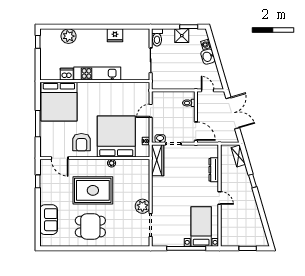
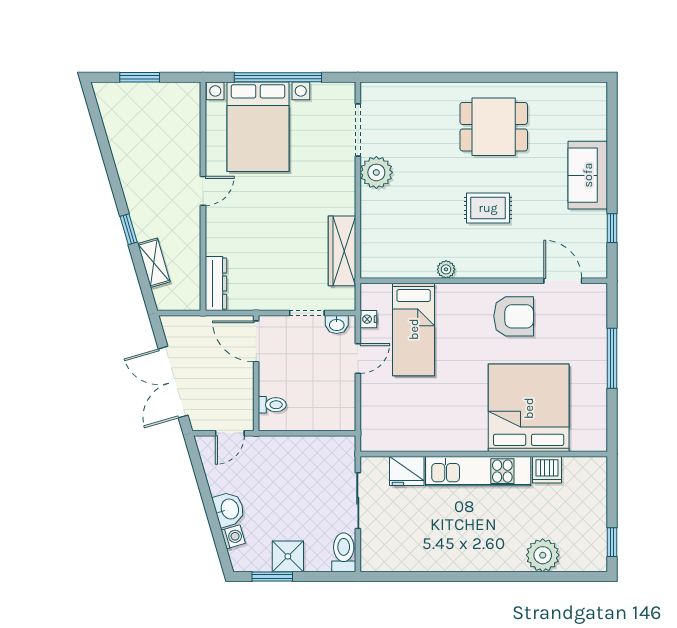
fridge: (115, 35) -> (407, 471), moved, turned 180
door: (208, 90) -> (230, 433), hinge flipped
bed: (59, 102) -> (529, 408), moved
door: (151, 111) -> (358, 358), moved
bed: (116, 136) -> (414, 329), width x0.49
armchair: (81, 142) -> (514, 316), turned 90
shelving: (238, 156) -> (154, 263), moved
wardrobe: (158, 160) -> (342, 251), moved
dresser: (214, 170) -> (216, 284), moved
rug: (93, 190) -> (488, 208), width x0.54, depth x0.49
door: (219, 198) -> (203, 191), swing flipped
sofa: (49, 220) -> (588, 175), moved
bed with nightstands: (201, 226) -> (258, 127), width x1.36

